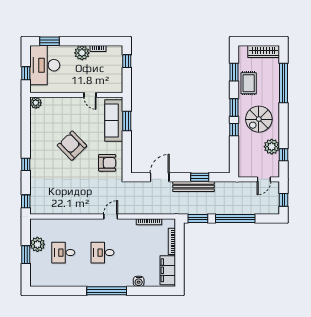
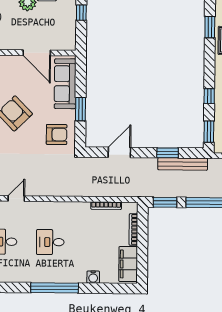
door: (90, 95) -> (37, 53), width x1.88
window: (234, 108) -> (209, 132), moved
window: (127, 121) -> (80, 109), moved
bench: (194, 187) -> (183, 164), moved
door: (111, 216) -> (16, 198), moved

